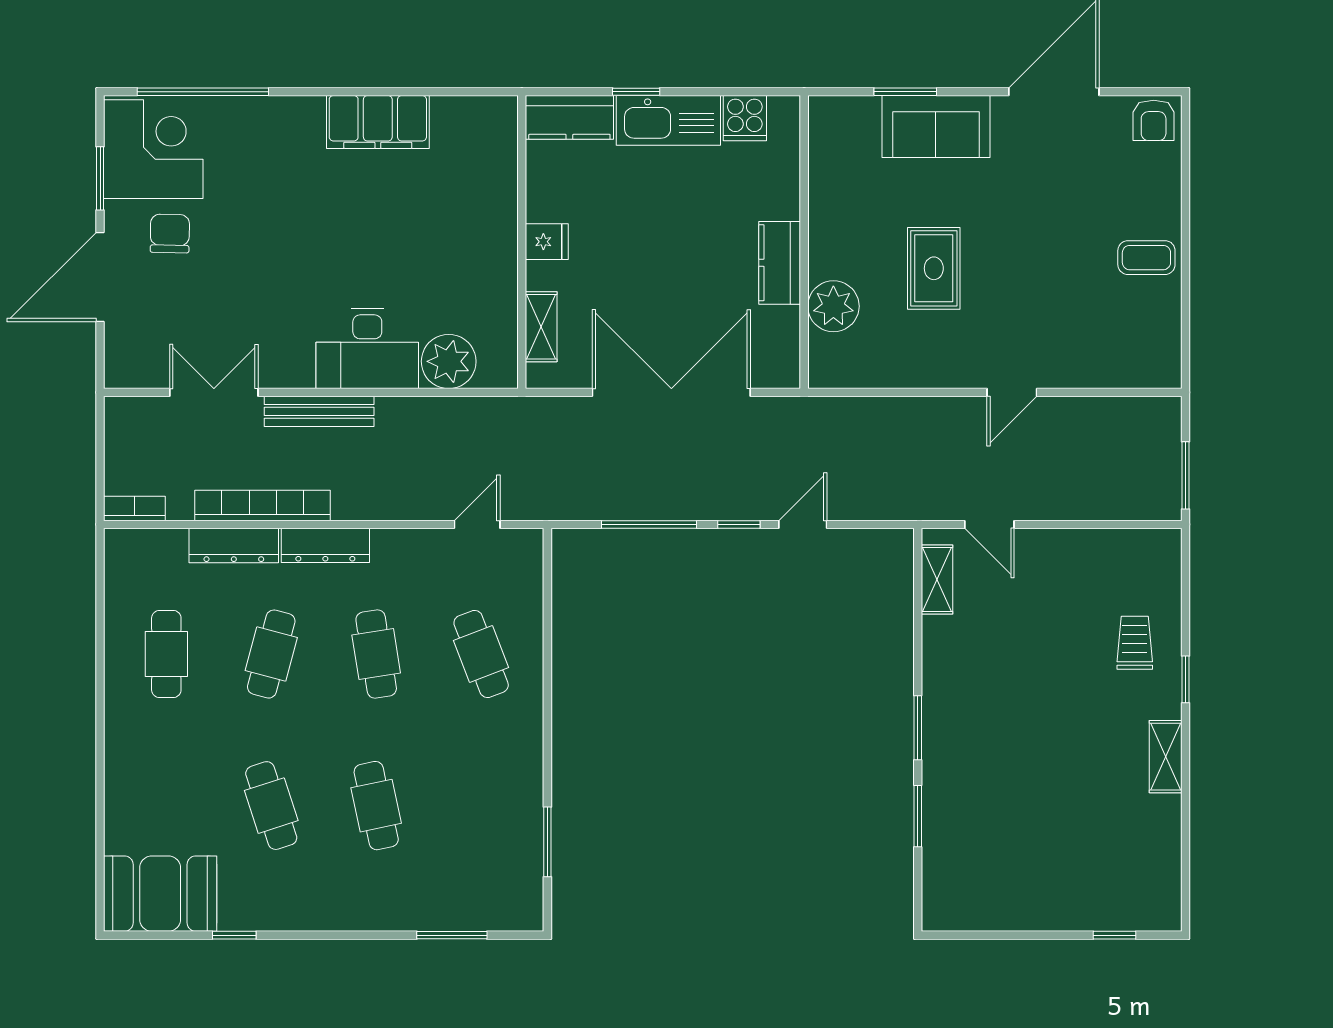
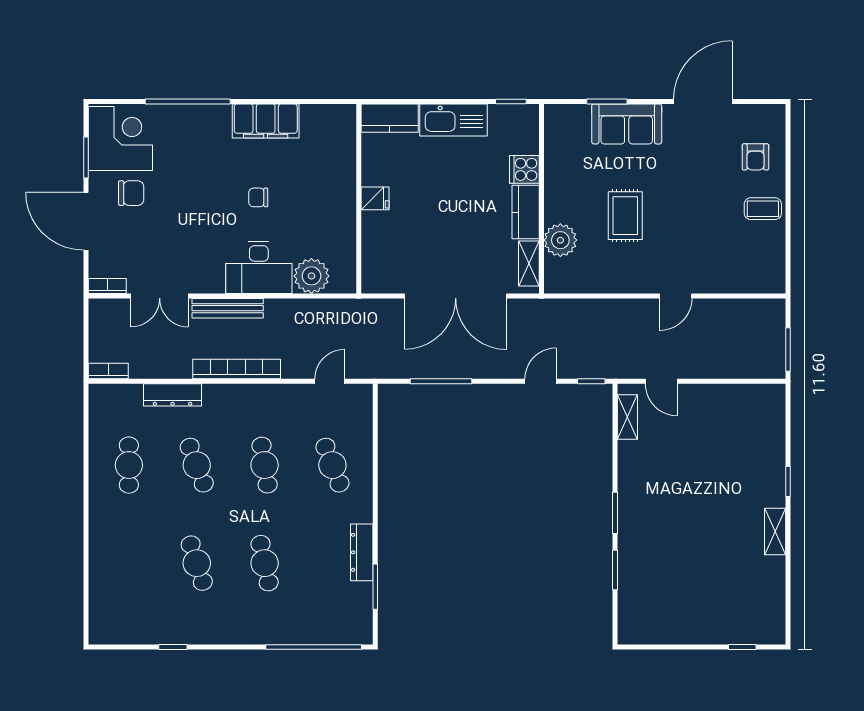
window: (203, 92) -> (188, 101), moved
window: (636, 92) -> (511, 101), moved
cooker: (745, 118) -> (524, 169), moved, turned 90
armchair: (1154, 120) -> (755, 157), moved
chair: (170, 233) -> (131, 193), turned 89
chair: (366, 240) -> (258, 197), added
door: (100, 277) -> (86, 221), hinge flipped
shelving: (541, 327) -> (529, 263), moved
bookcase: (133, 377) -> (107, 286), added
double door: (214, 392) -> (160, 296), swing flipped
double door: (671, 392) -> (456, 296), swing flipped
bookcase: (263, 505) -> (237, 369), moved
window: (739, 524) -> (591, 381), moved
dresser: (325, 545) -> (362, 552), moved, turned 90
trolley: (1135, 643) -> (755, 458), removed
cafe table: (271, 654) -> (197, 465), turned -36
booth: (160, 894) -> (125, 620), removed
window: (452, 935) -> (314, 647), width x2.11

